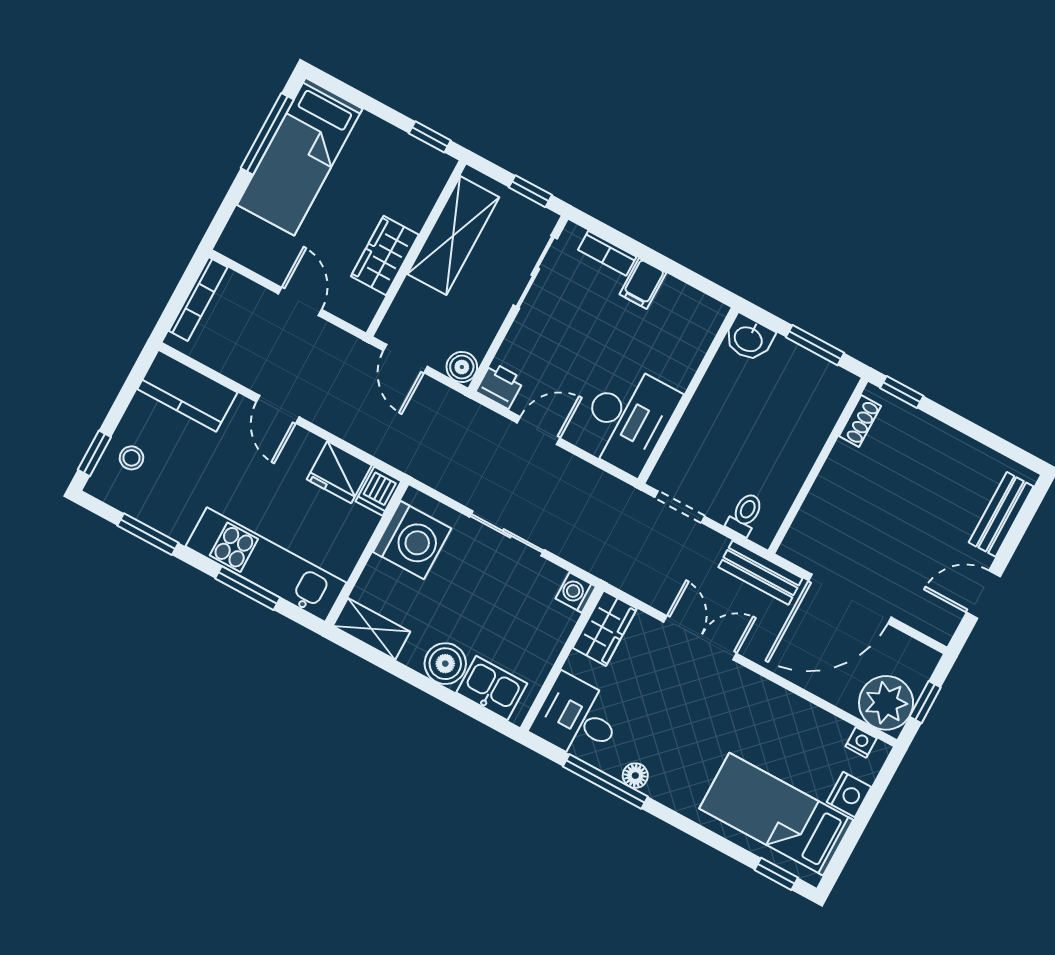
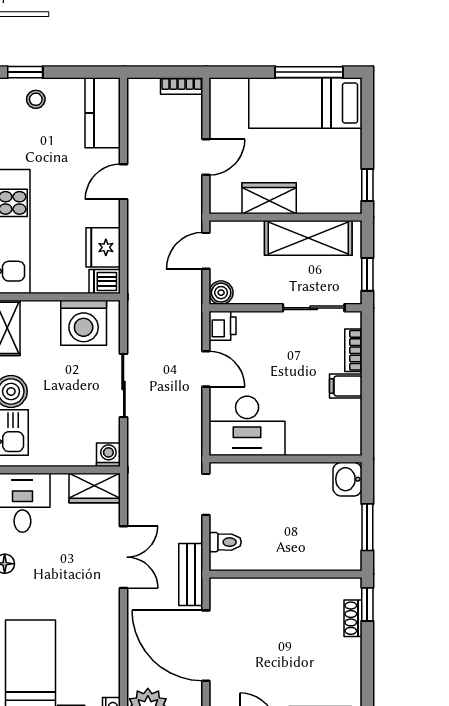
bookcase: (198, 299) -> (182, 86), width x0.64
shoe rack: (860, 421) -> (353, 618), moved, turned 90

